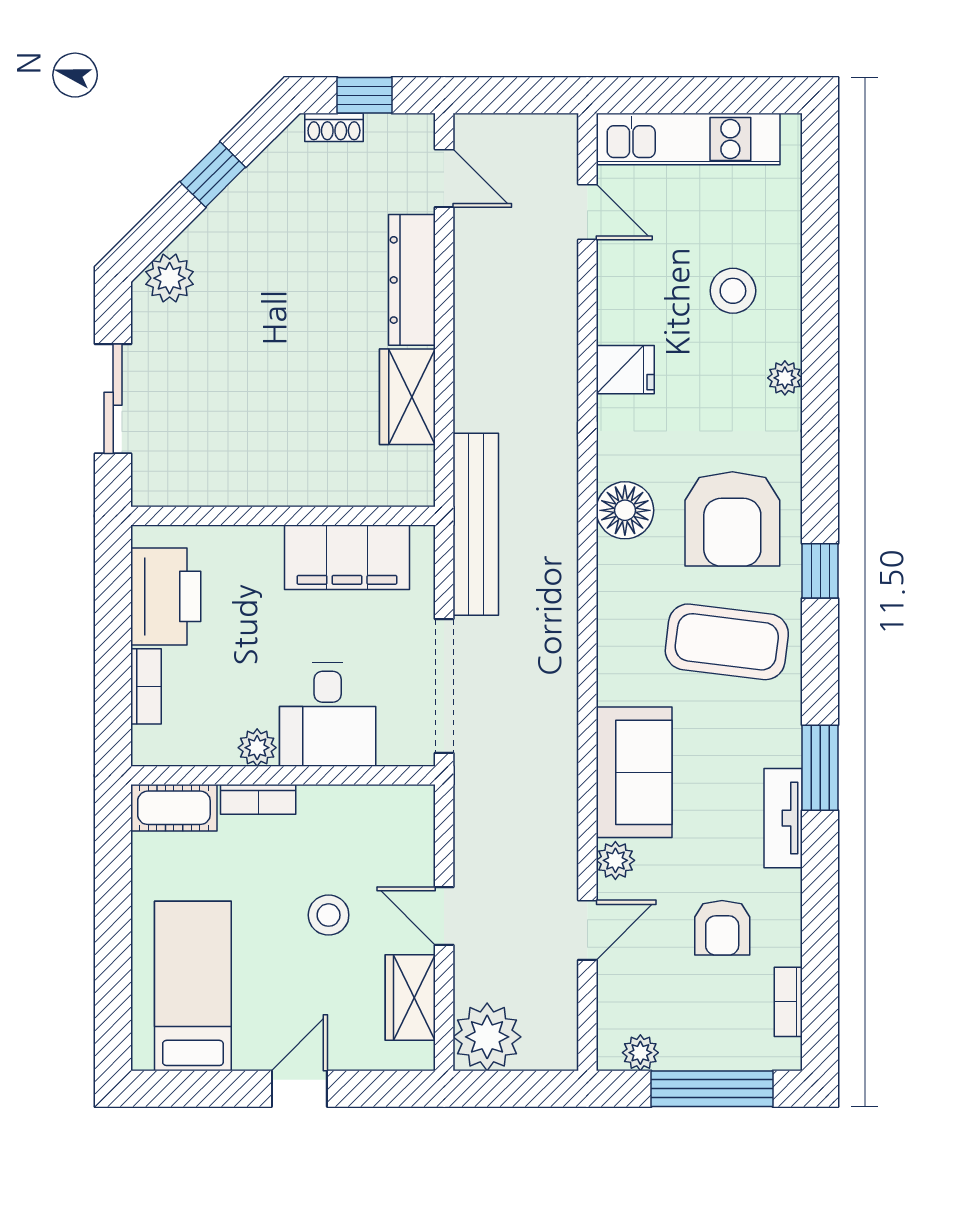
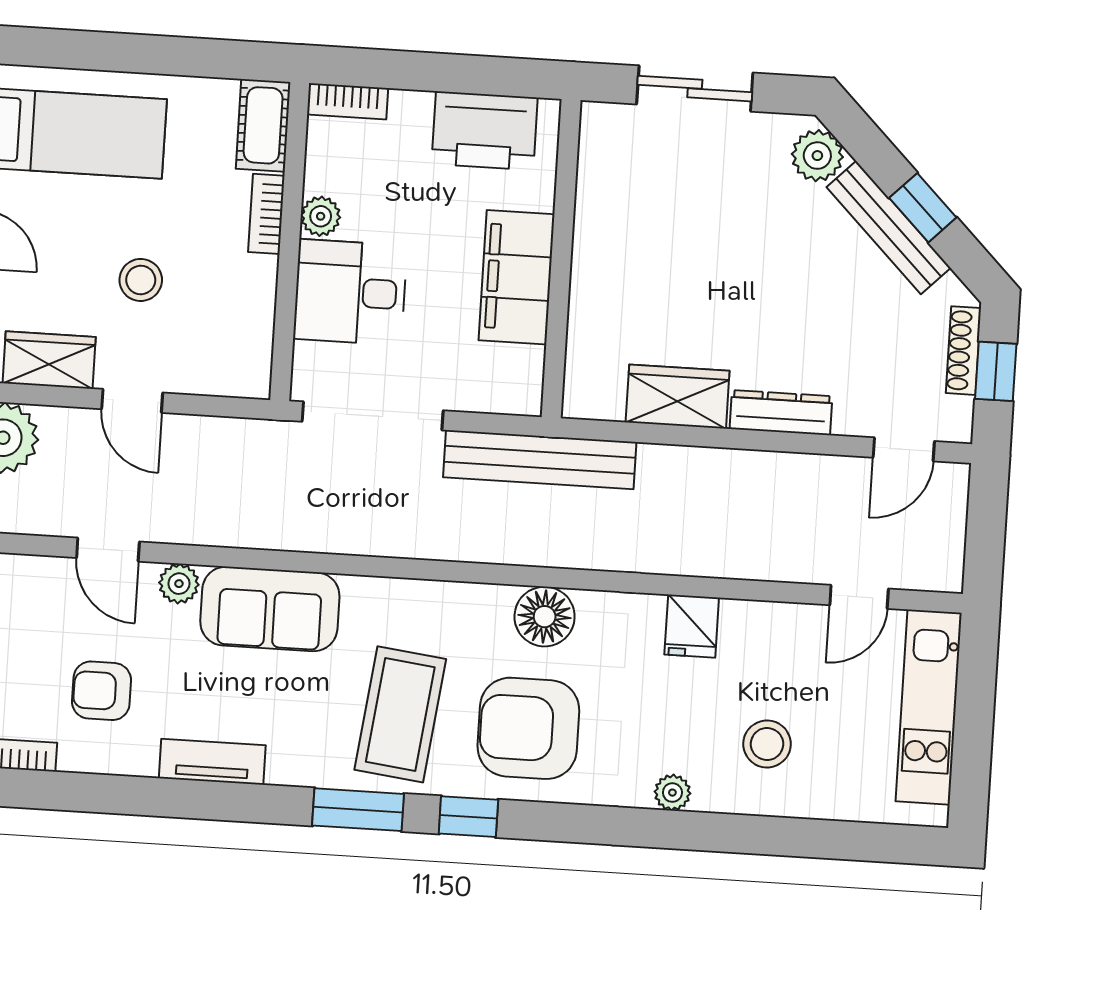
shoe rack: (334, 127) -> (963, 351), width x1.43
bench: (234, 206) -> (889, 228), added
dresser: (412, 280) -> (781, 413), width x0.73, depth x0.80
filing cabinet: (347, 557) -> (517, 277), moved
bookcase: (146, 686) -> (348, 101), moved
window: (820, 768) -> (358, 810), moved
door: (444, 916) -> (132, 401), swing flipped

